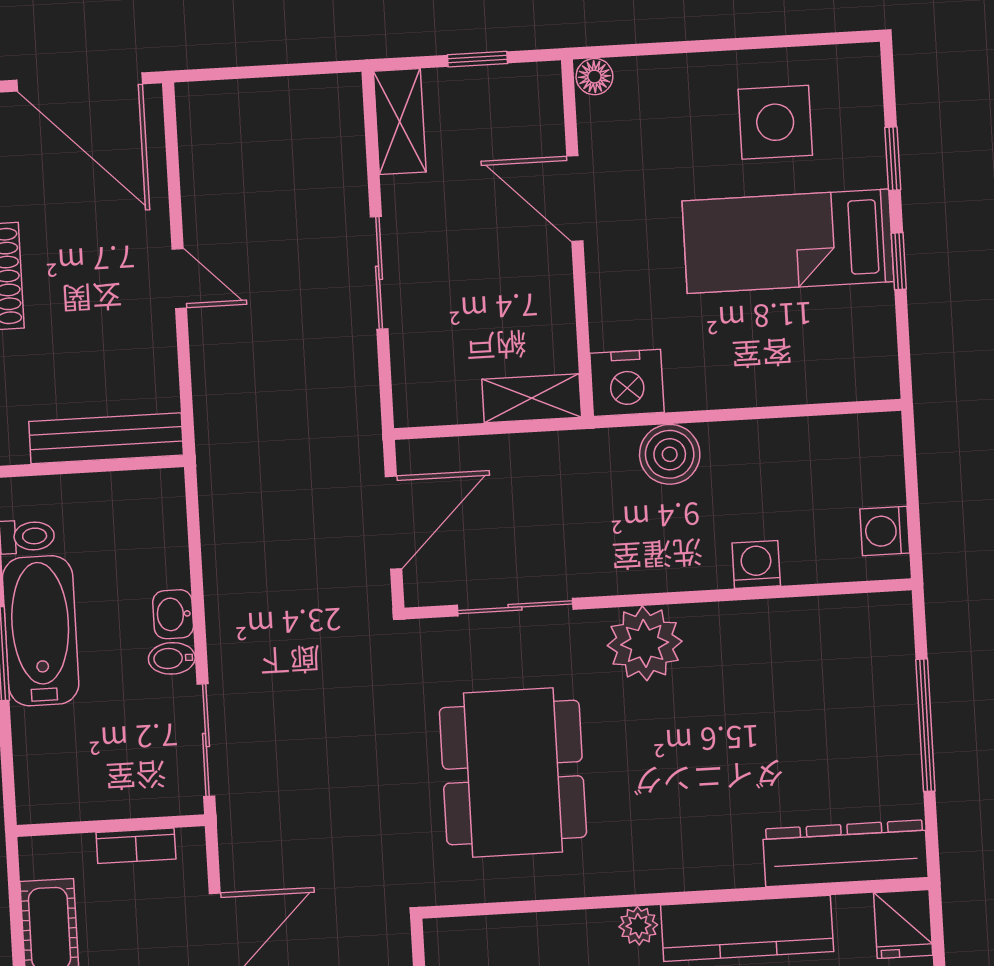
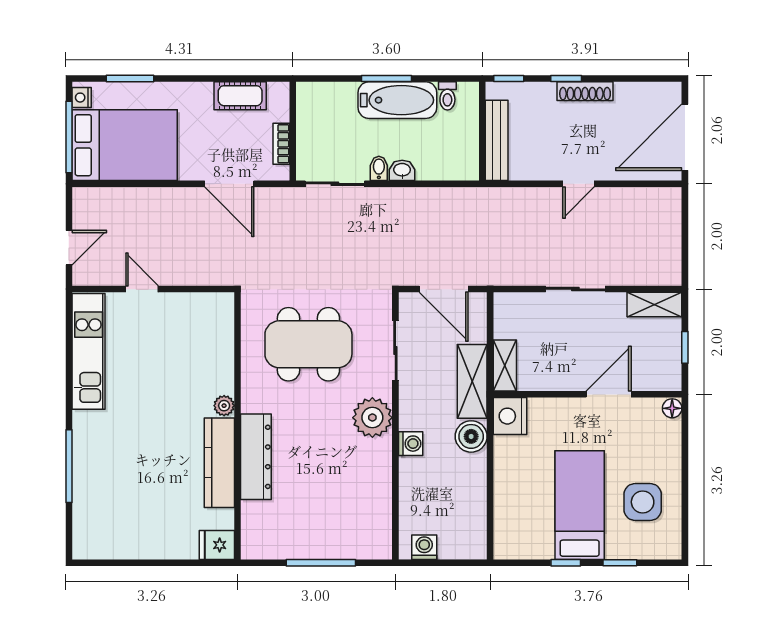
shelving: (565, 458) -> (472, 381), added
washing machine: (756, 564) -> (411, 444), moved
dresser: (845, 853) -> (256, 457), moved

